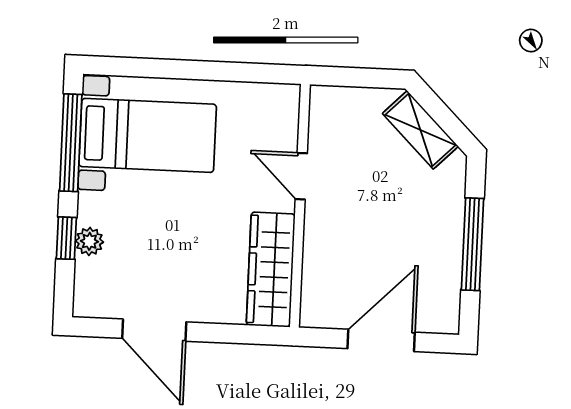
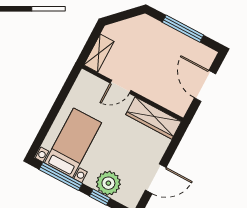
shelving: (420, 130) -> (99, 53), moved, turned -45
plant: (89, 241) -> (108, 183), width x1.87, depth x1.87

